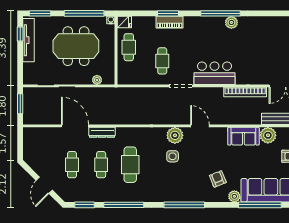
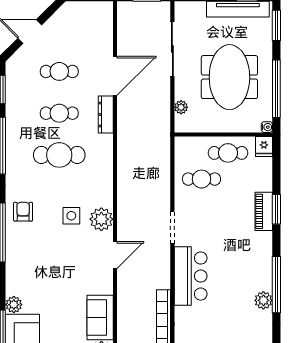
cafe table: (162, 61) -> (201, 179), moved
armchair: (218, 179) -> (23, 212), moved, turned -68

